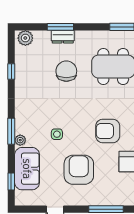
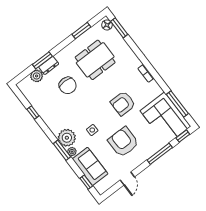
plant: (25, 38) -> (37, 76), moved
chair: (66, 71) -> (68, 85), turned 180
plant: (26, 123) -> (67, 138), added

